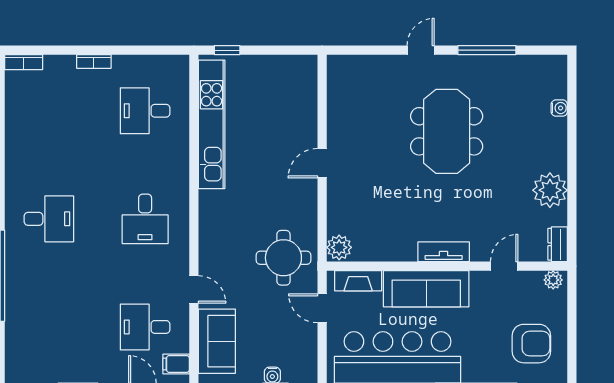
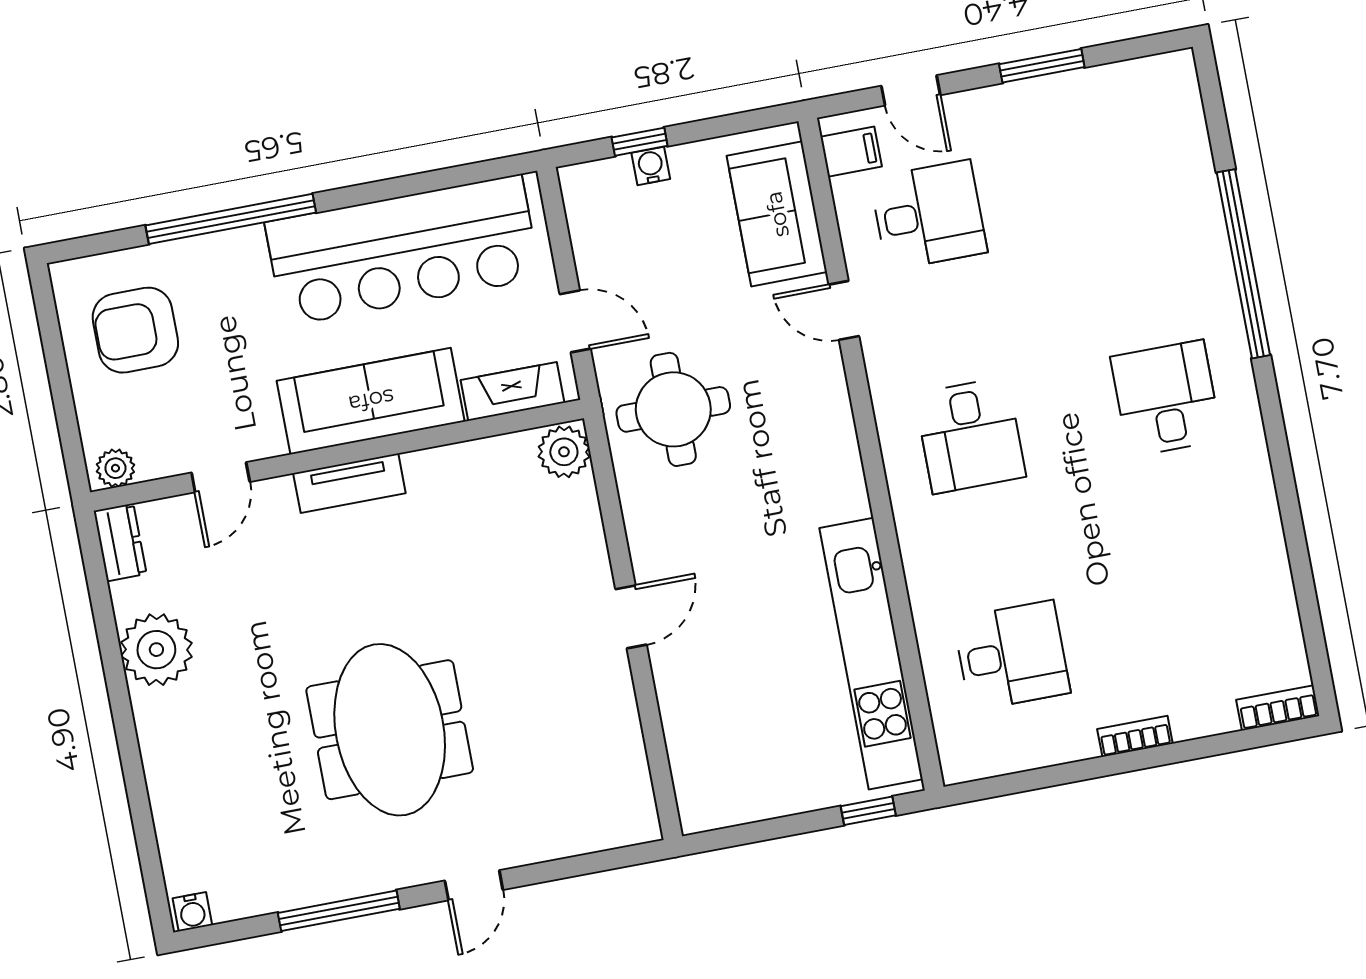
water cooler: (559, 108) -> (192, 912), moved, turned -90
desk: (49, 219) -> (1166, 398), turned 90
desk: (145, 219) -> (970, 435), turned 180

